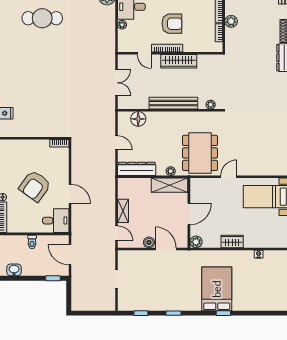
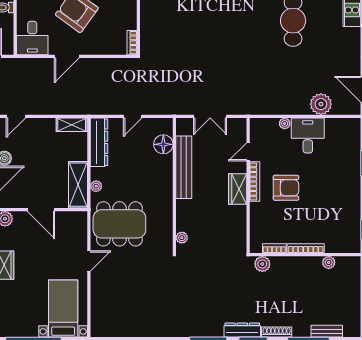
plant: (231, 21) -> (262, 264), moved
armchair: (172, 24) -> (286, 188), turned -90
wardrobe: (179, 61) -> (238, 189), width x0.67
bench: (173, 103) -> (184, 167), moved
door: (229, 177) -> (89, 261), hinge flipped
shelving: (123, 211) -> (72, 125), moved

